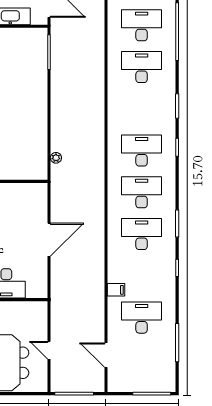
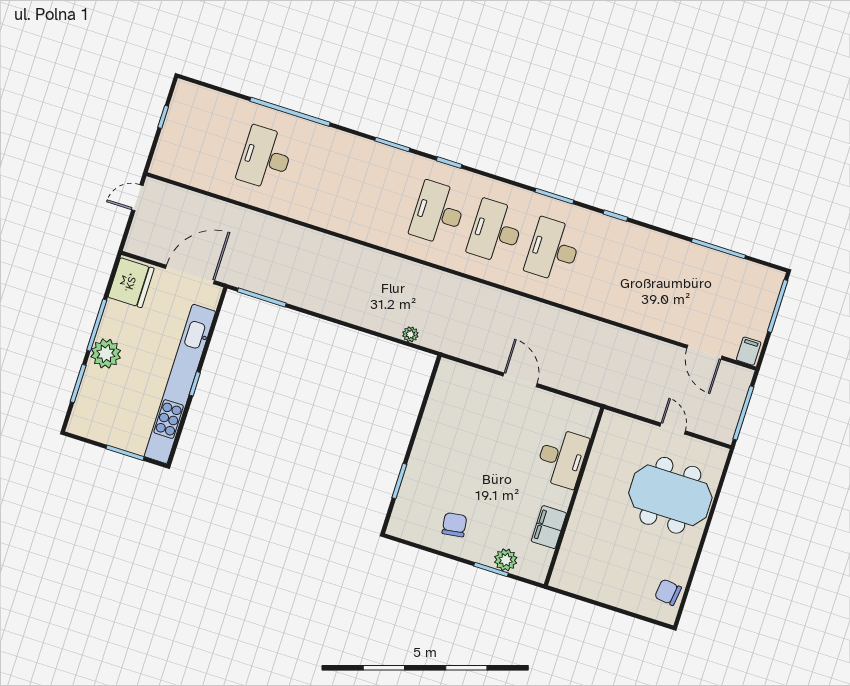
desk: (142, 67) -> (323, 176), removed
door: (49, 240) -> (520, 380), width x0.73
filing cabinet: (116, 290) -> (749, 351), moved
desk: (142, 318) -> (668, 287), removed
door: (49, 350) -> (673, 429), swing flipped
door: (106, 355) -> (704, 352), hinge flipped

